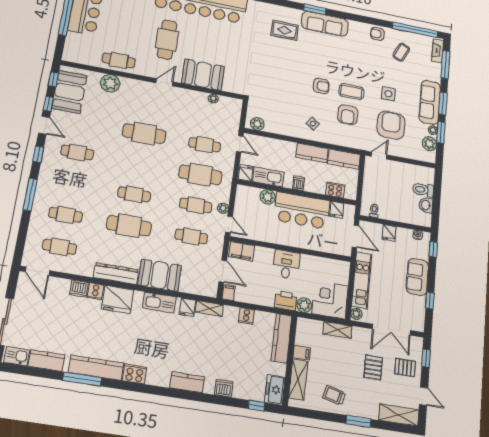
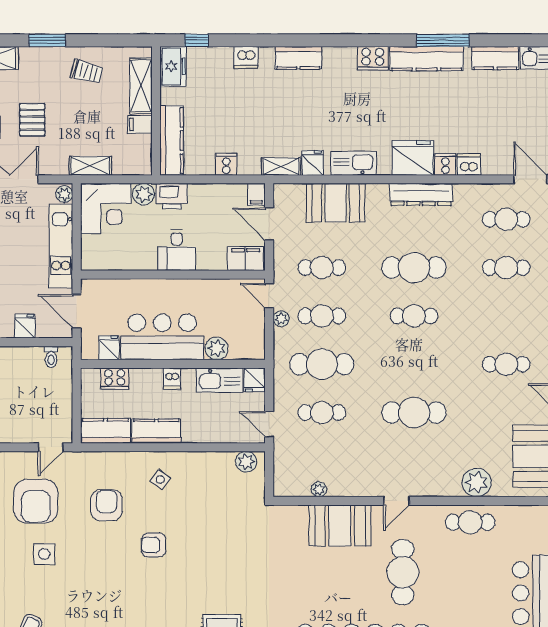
coffee table: (351, 92) -> (104, 545), removed
booth: (160, 275) -> (336, 203), moved

